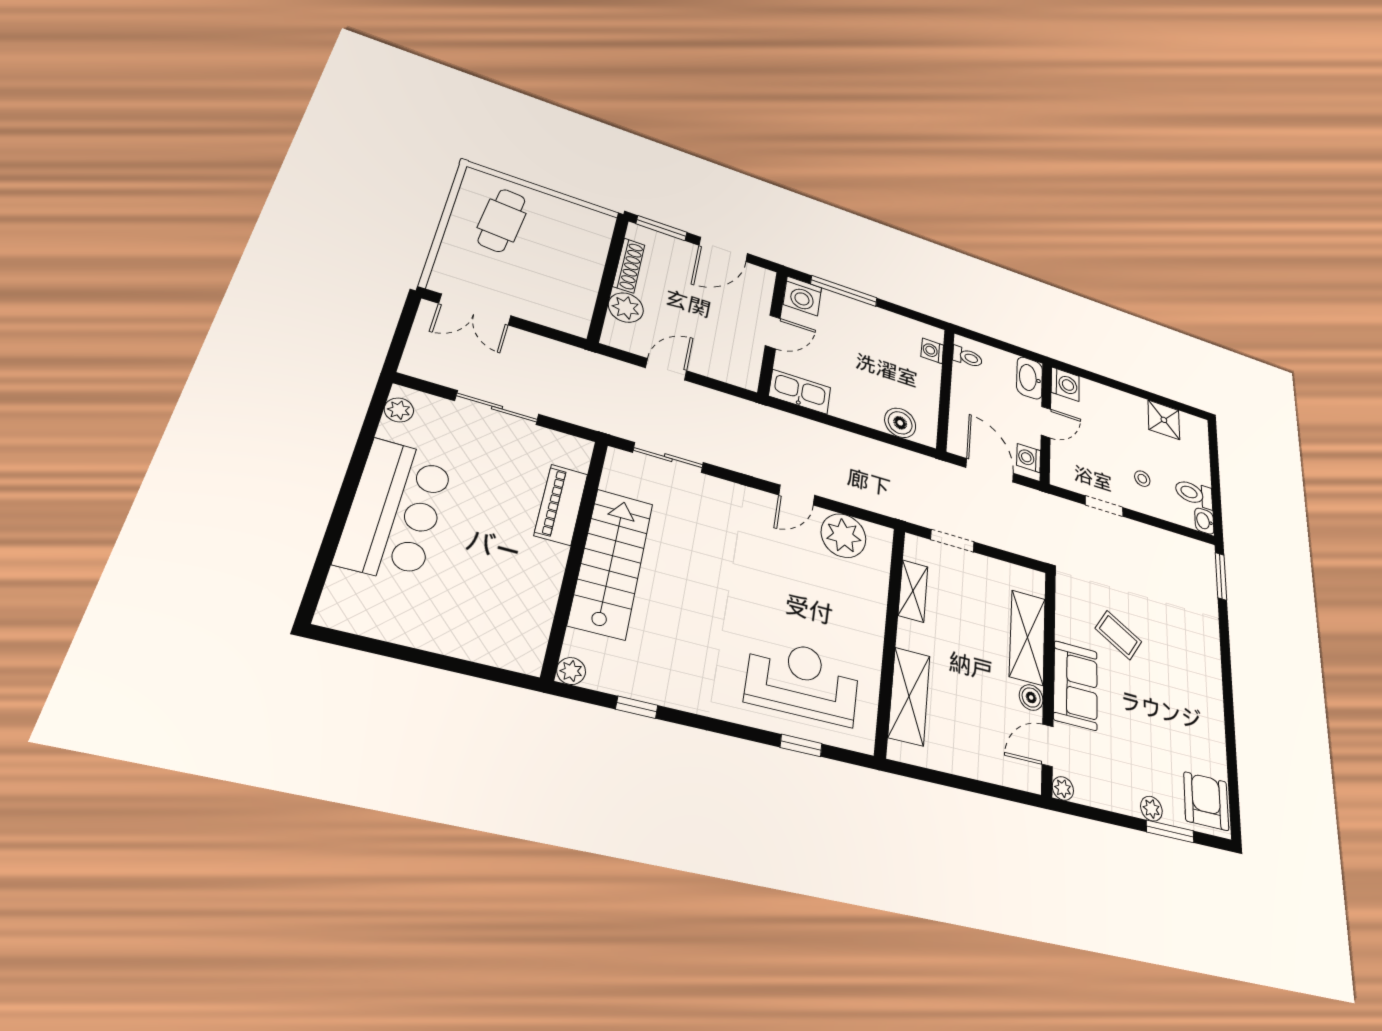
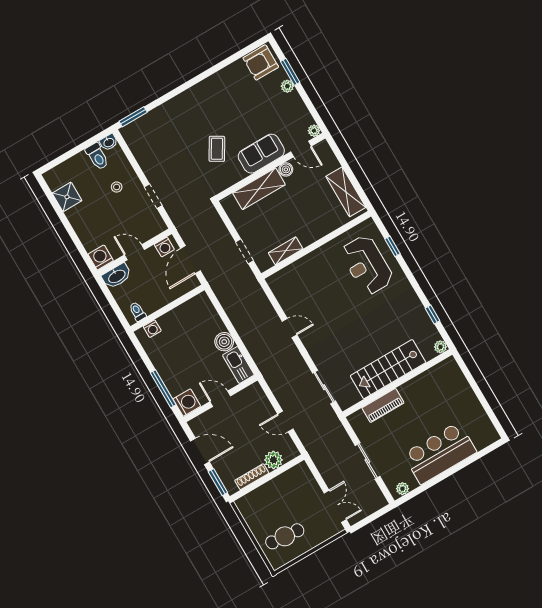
boiler: (900, 423) -> (224, 342), moved
plant: (843, 536) -> (289, 296), removed
shelving: (909, 696) -> (346, 192), moved, turned 90

